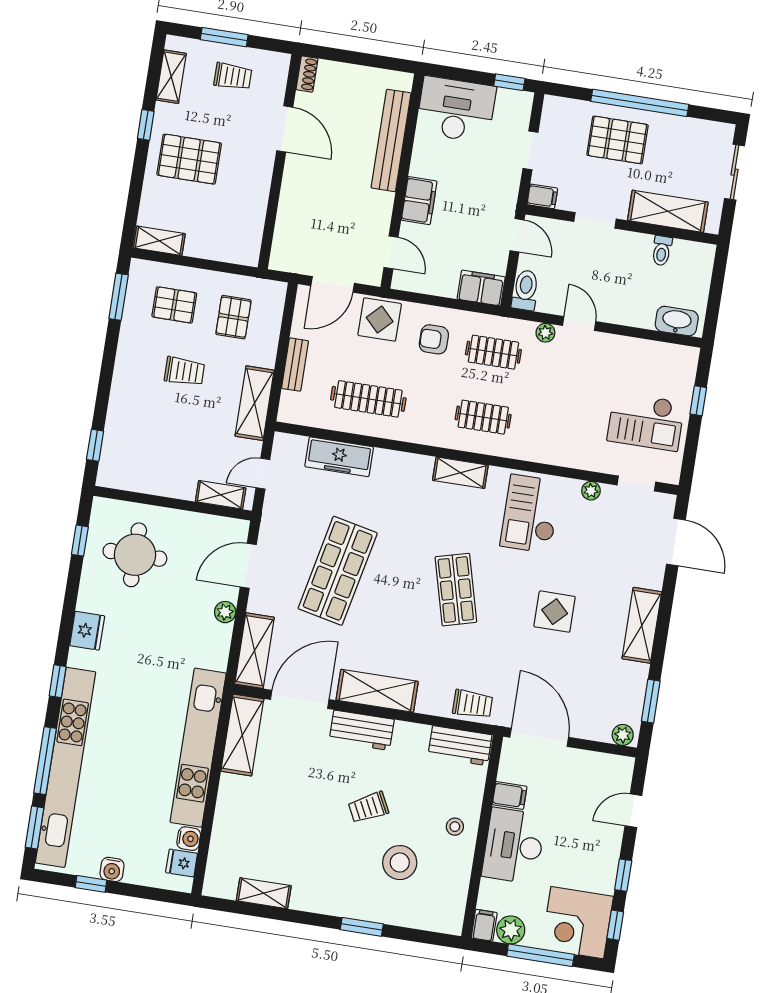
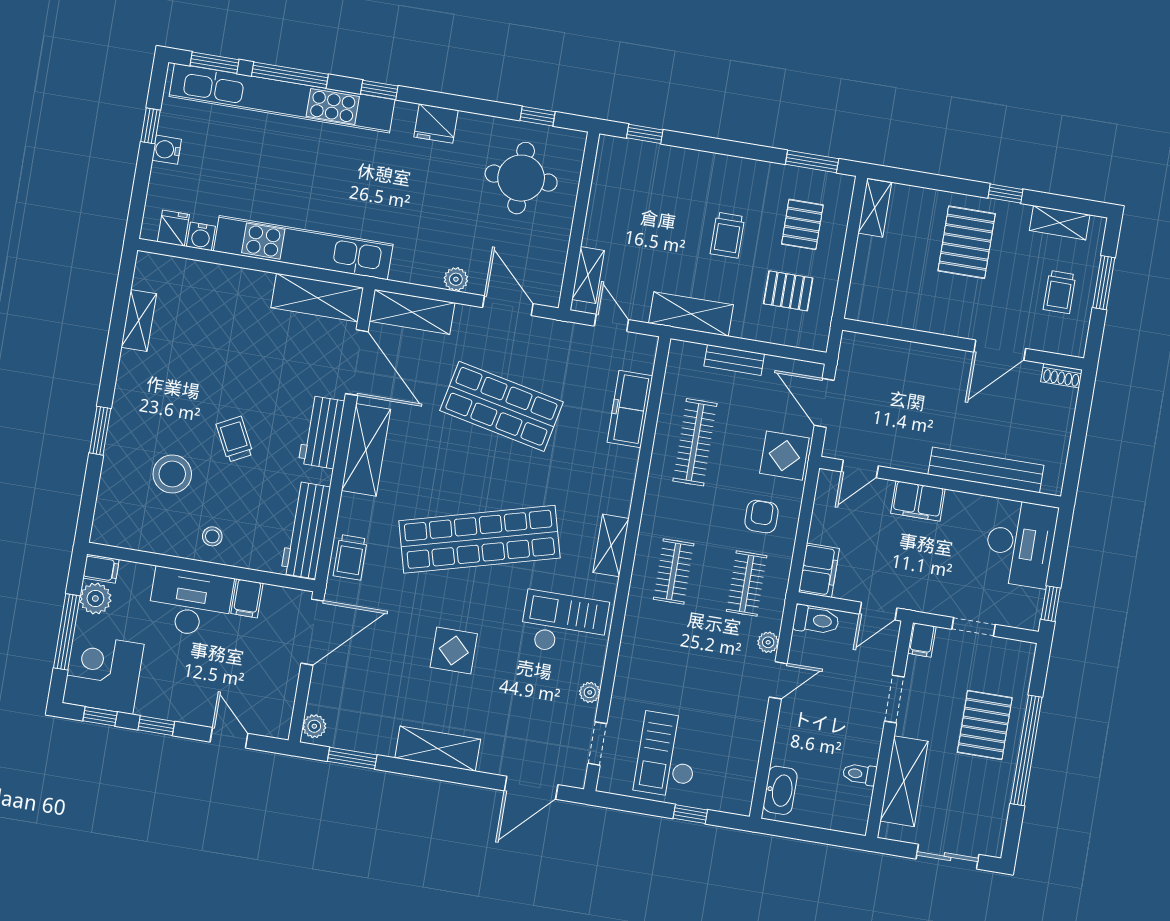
shop shelf: (456, 590) -> (479, 539), width x2.00, depth x1.36
workbench: (460, 746) -> (306, 530), width x1.38

